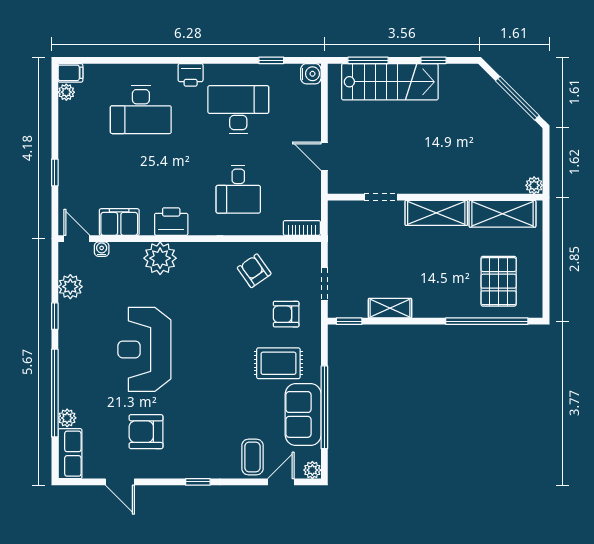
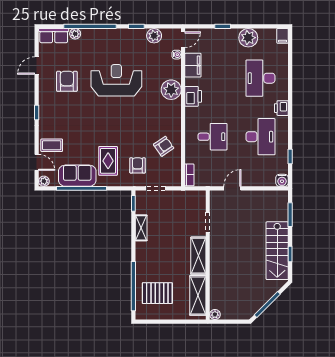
stairs: (390, 82) -> (277, 251), moved
plant: (66, 92) -> (248, 38), moved, width x1.88, depth x1.88
desk: (238, 189) -> (213, 137), turned 180

